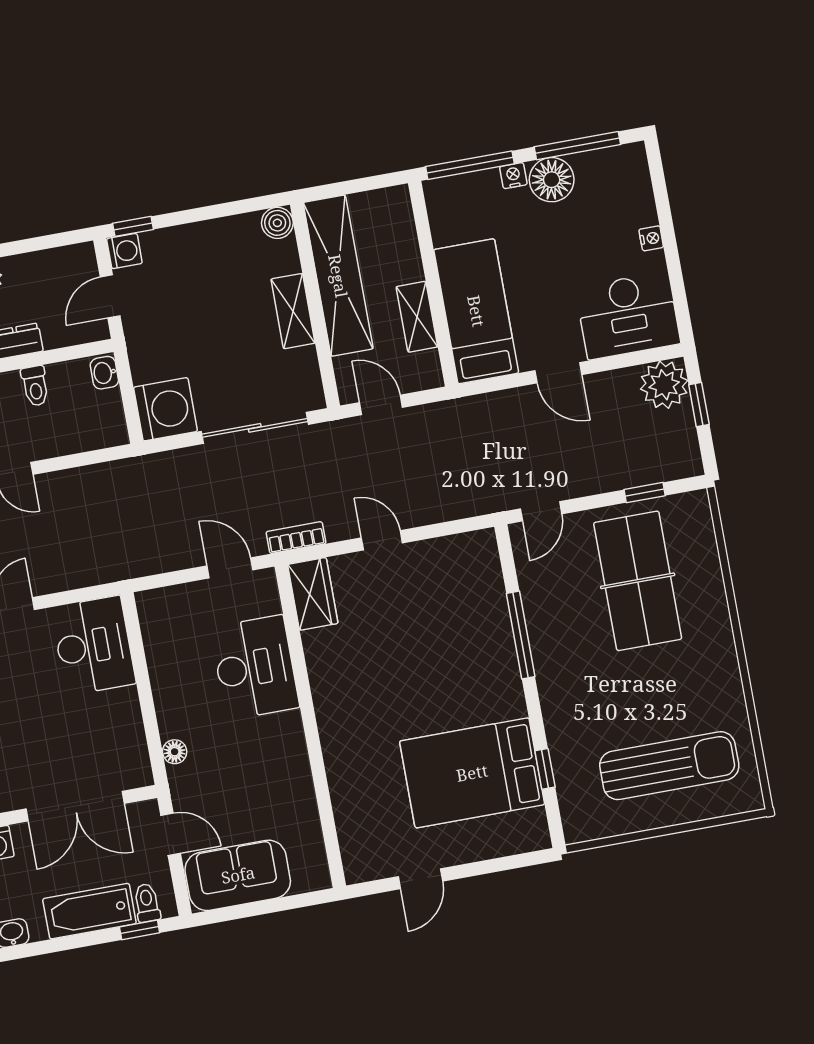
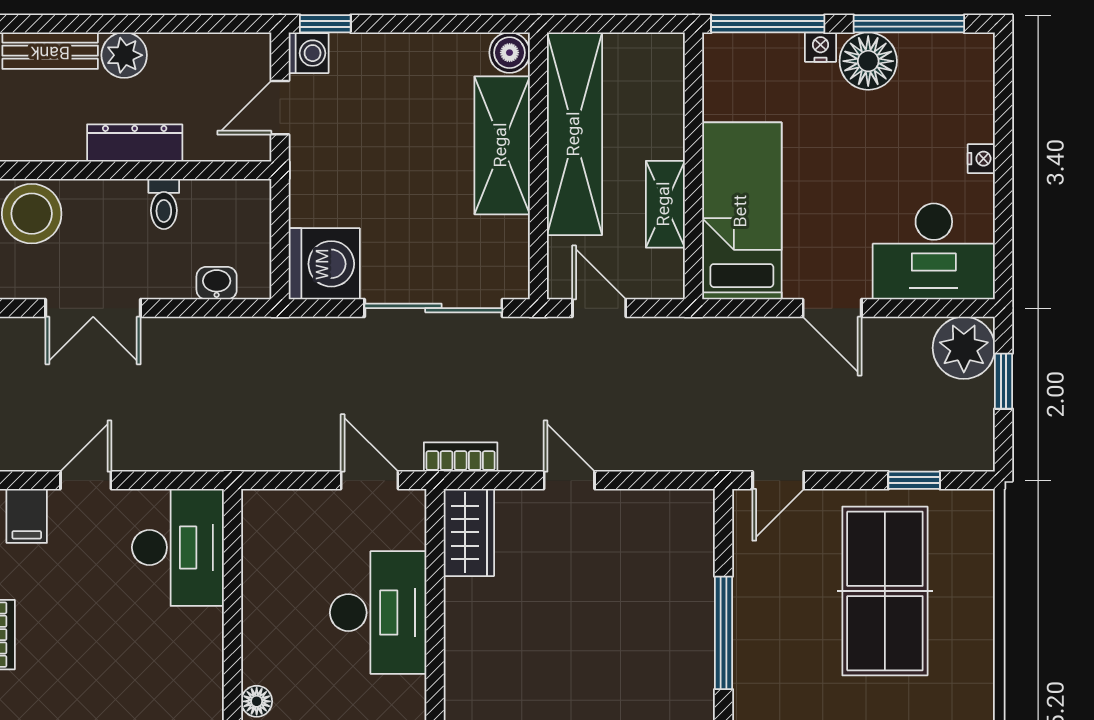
shelving: (293, 311) -> (502, 145), width x1.50, depth x1.33
washbasin: (104, 373) -> (217, 283), moved, turned 90

